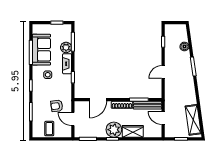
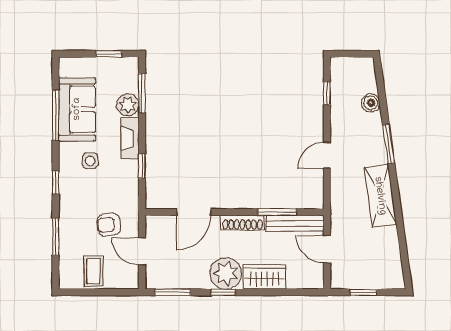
shelving: (193, 120) -> (380, 196), moved

